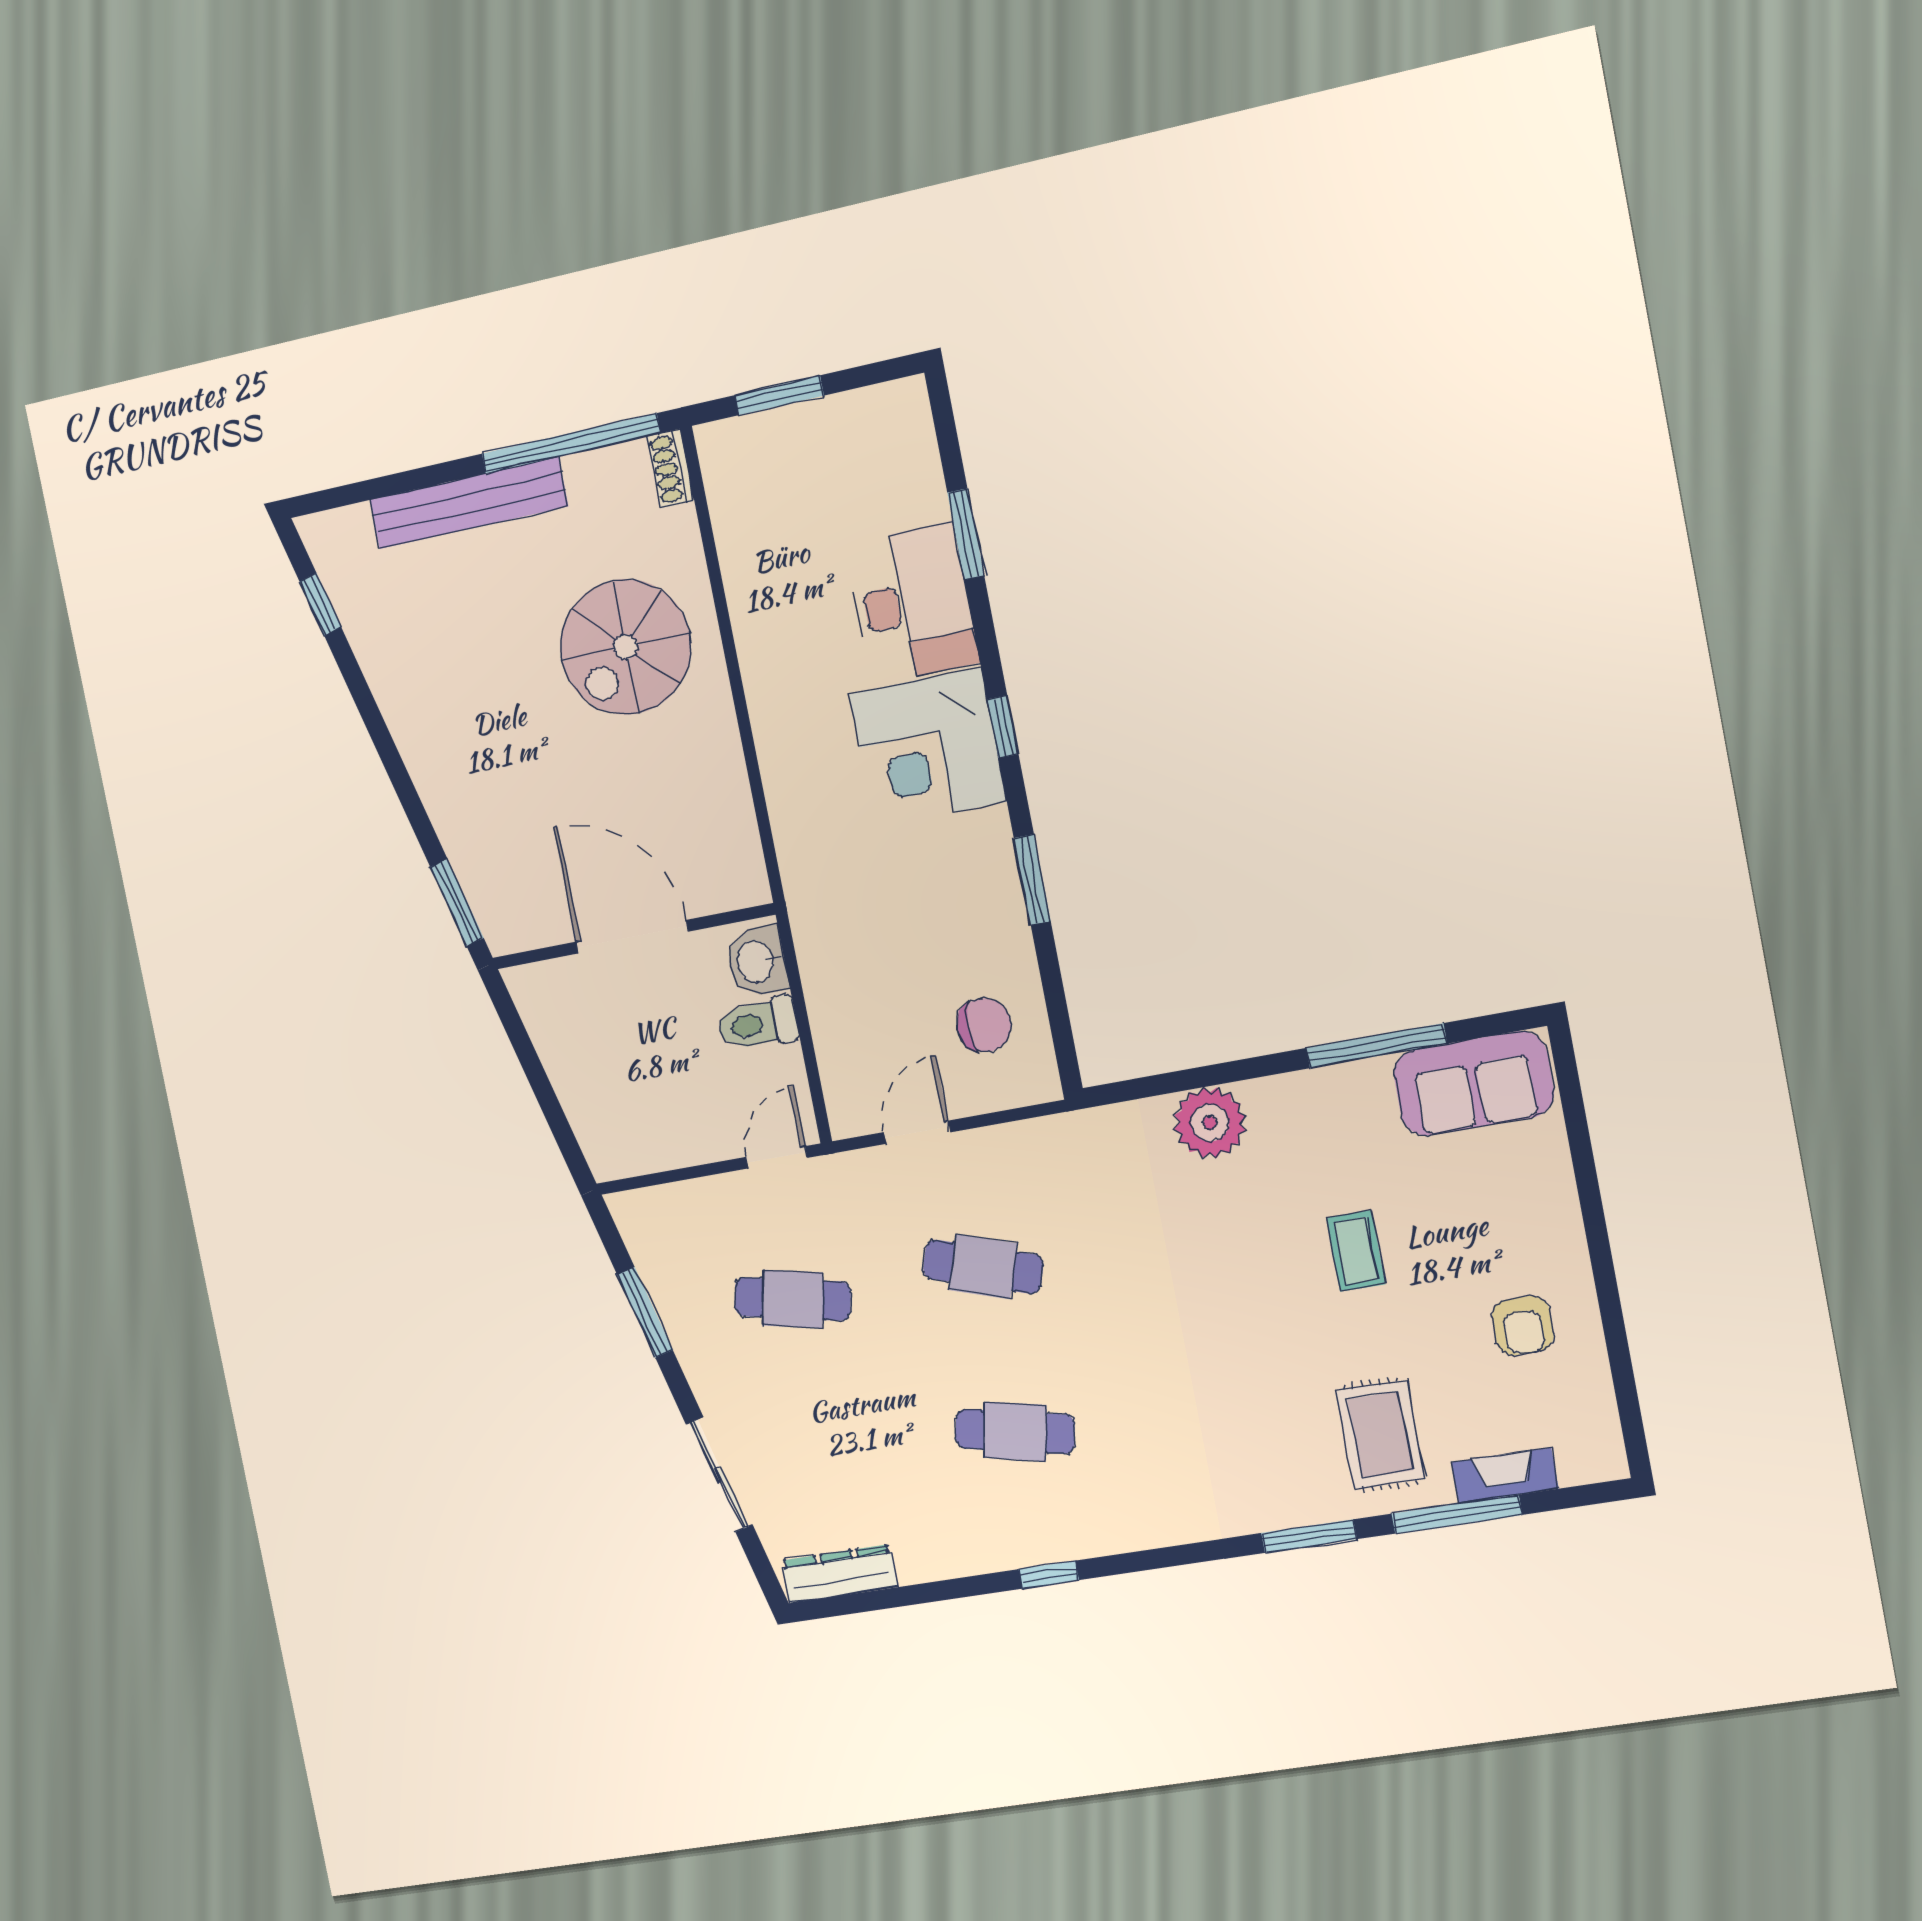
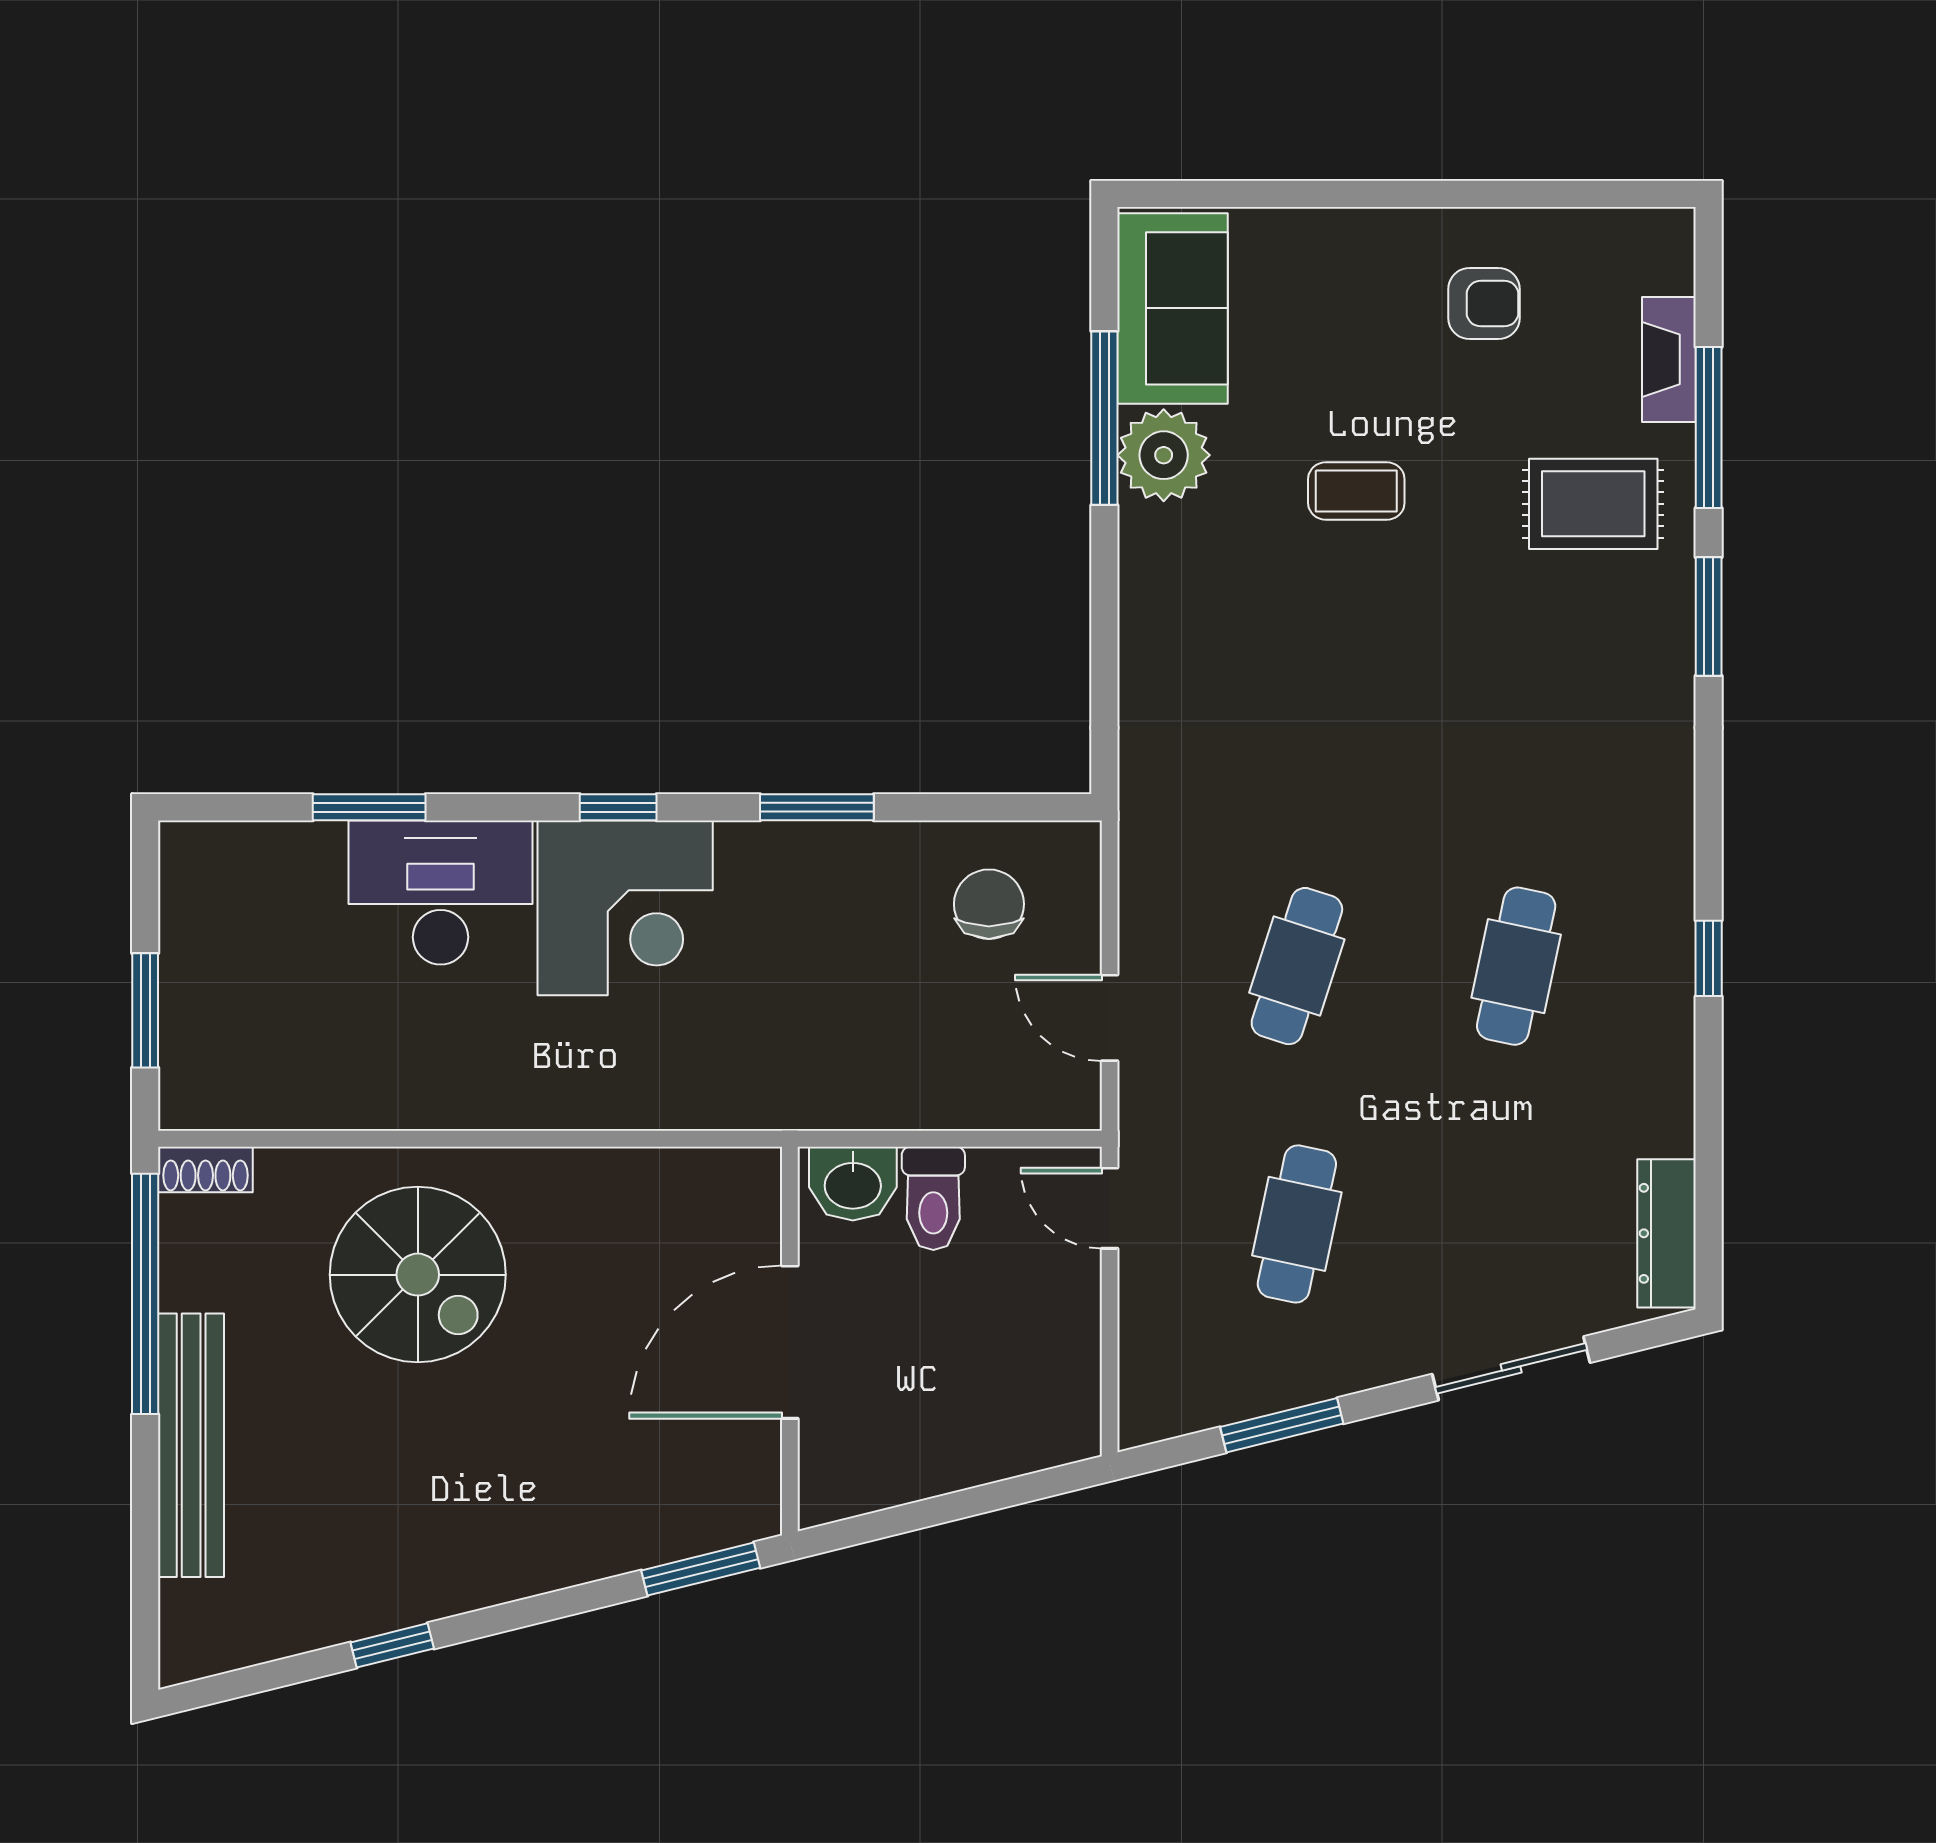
window: (320, 604) -> (392, 1645), moved
plant: (1210, 1123) -> (1164, 455), moved

